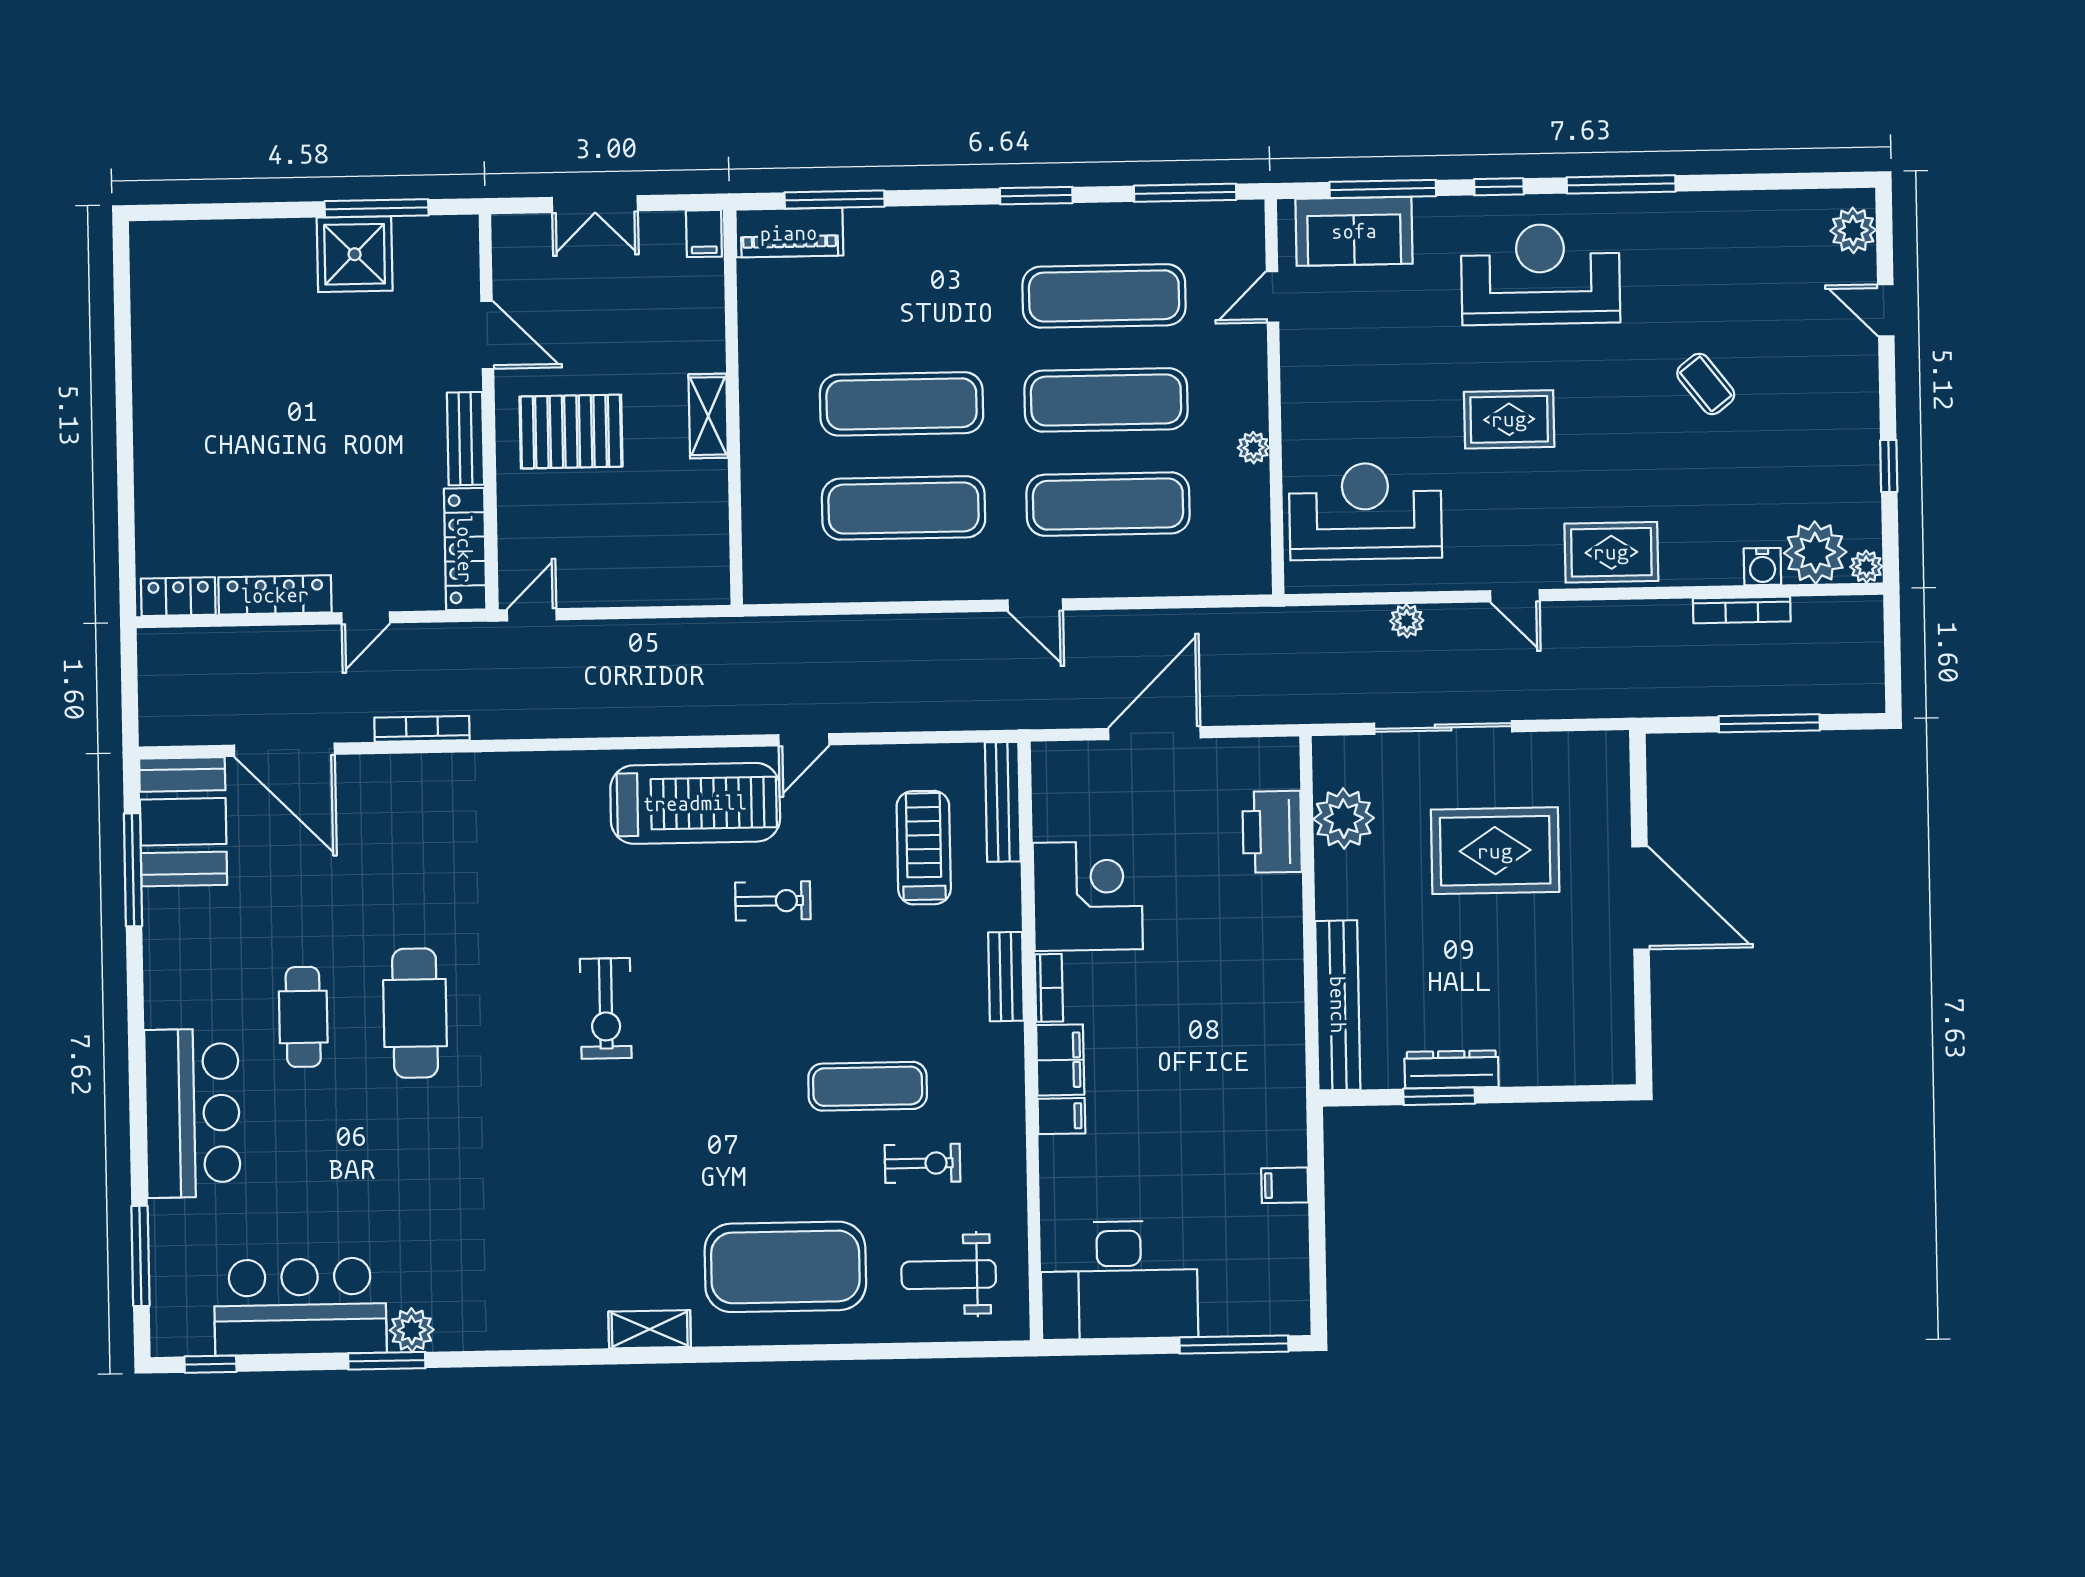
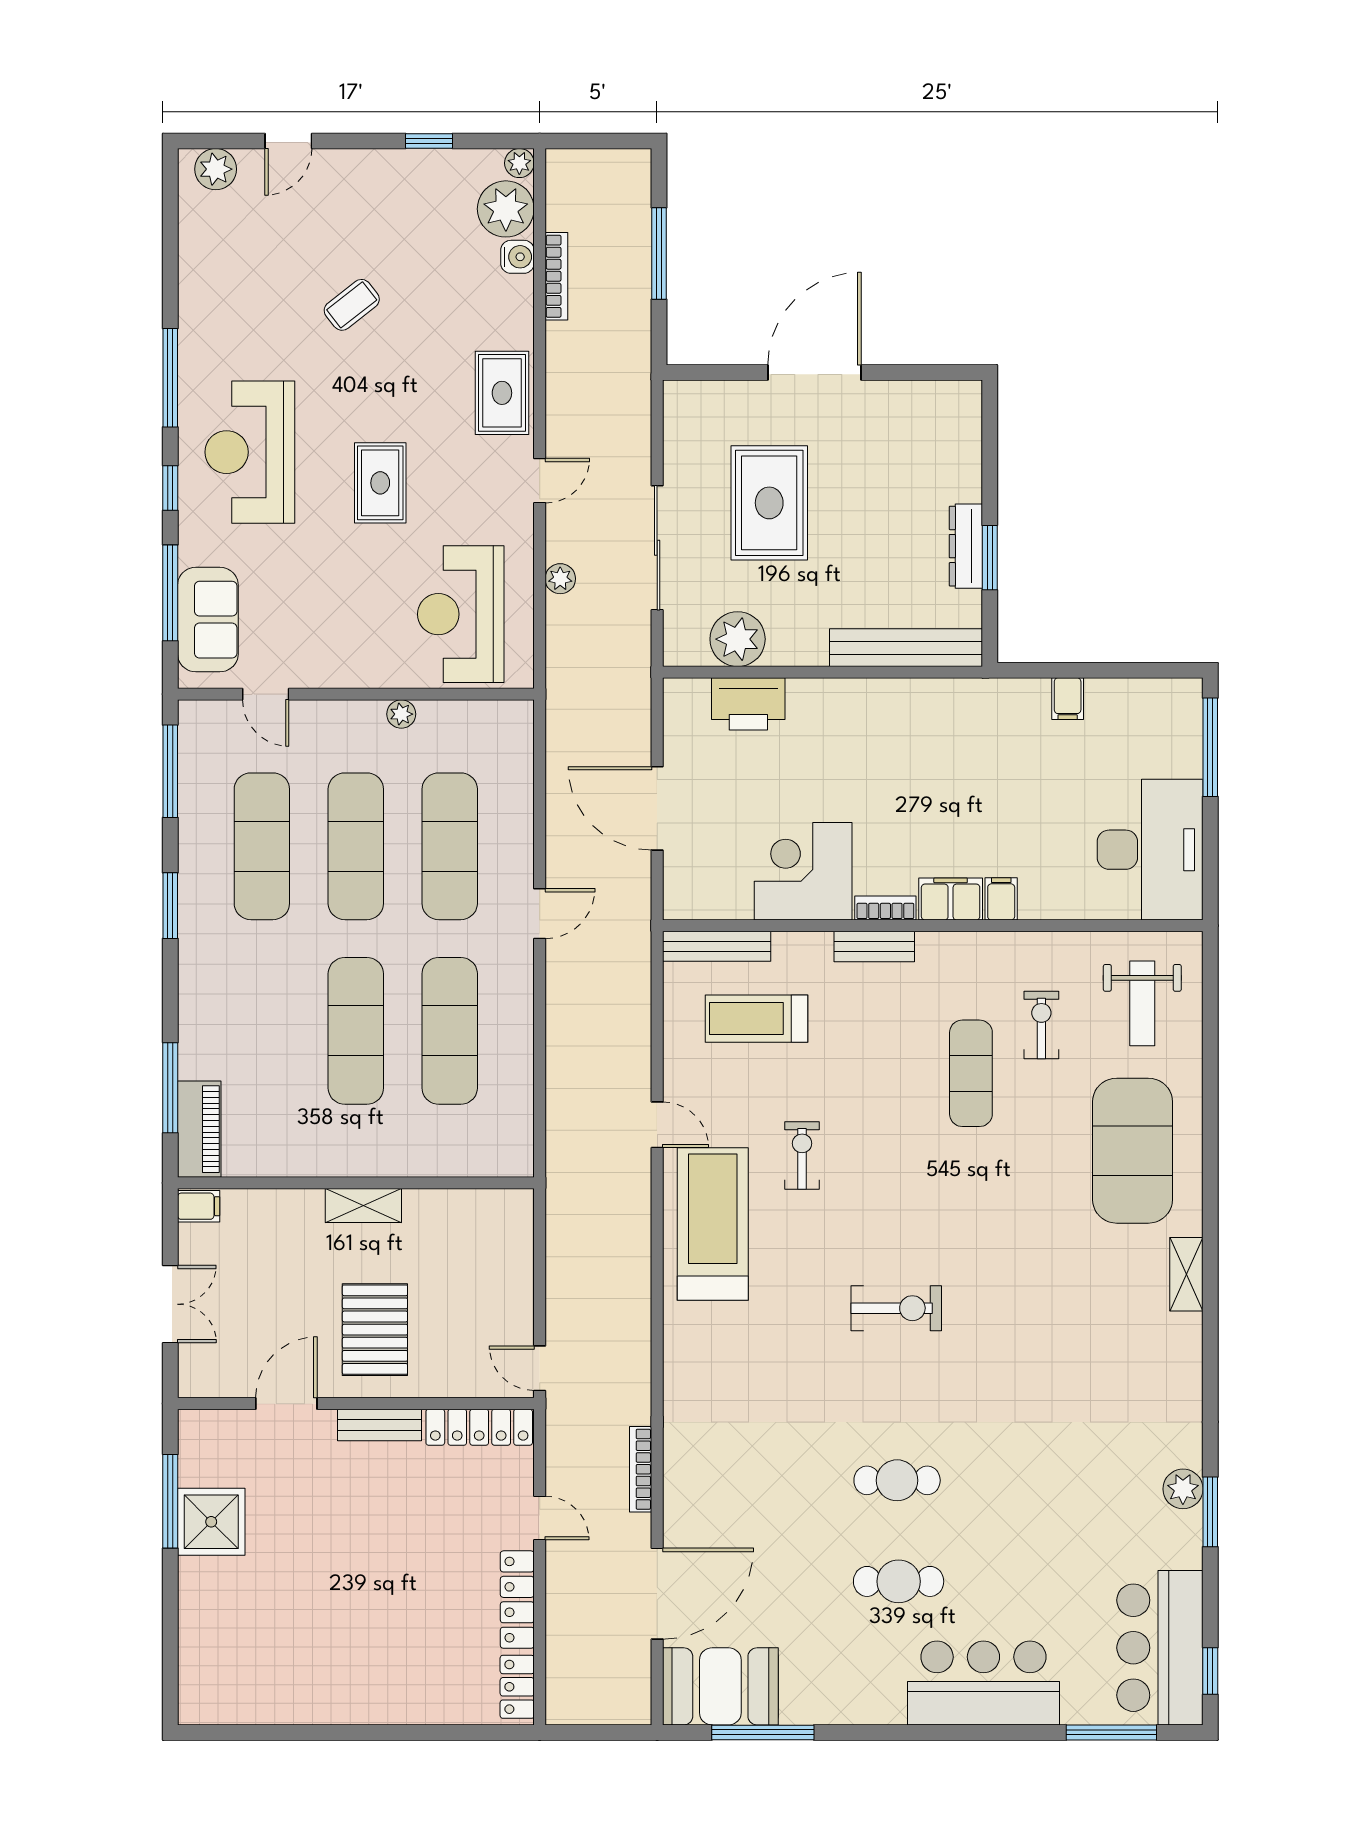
cafe table: (415, 1013) -> (897, 1480), width x0.73, depth x0.74
bar counter: (300, 1307) -> (1160, 1648), moved

